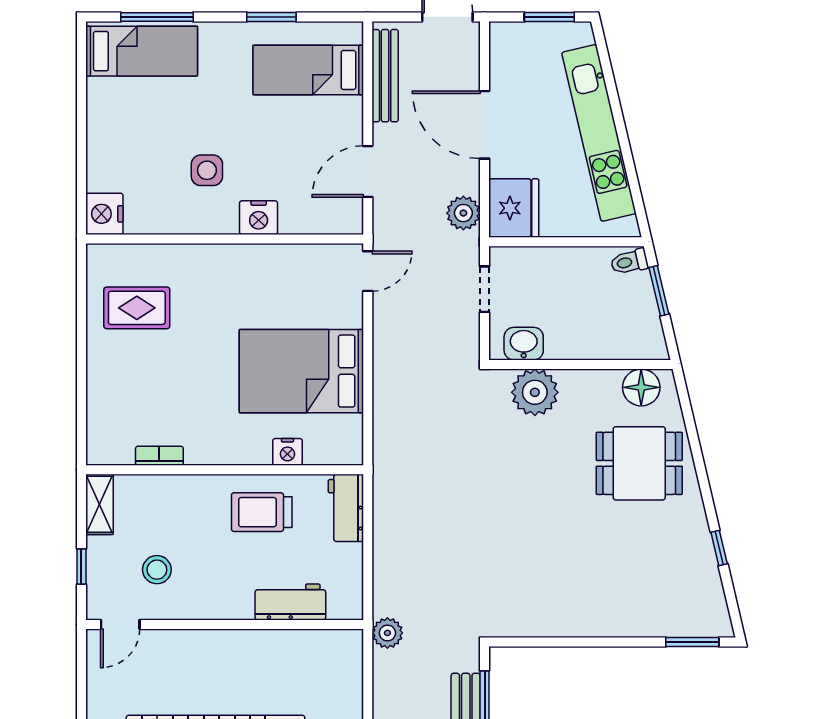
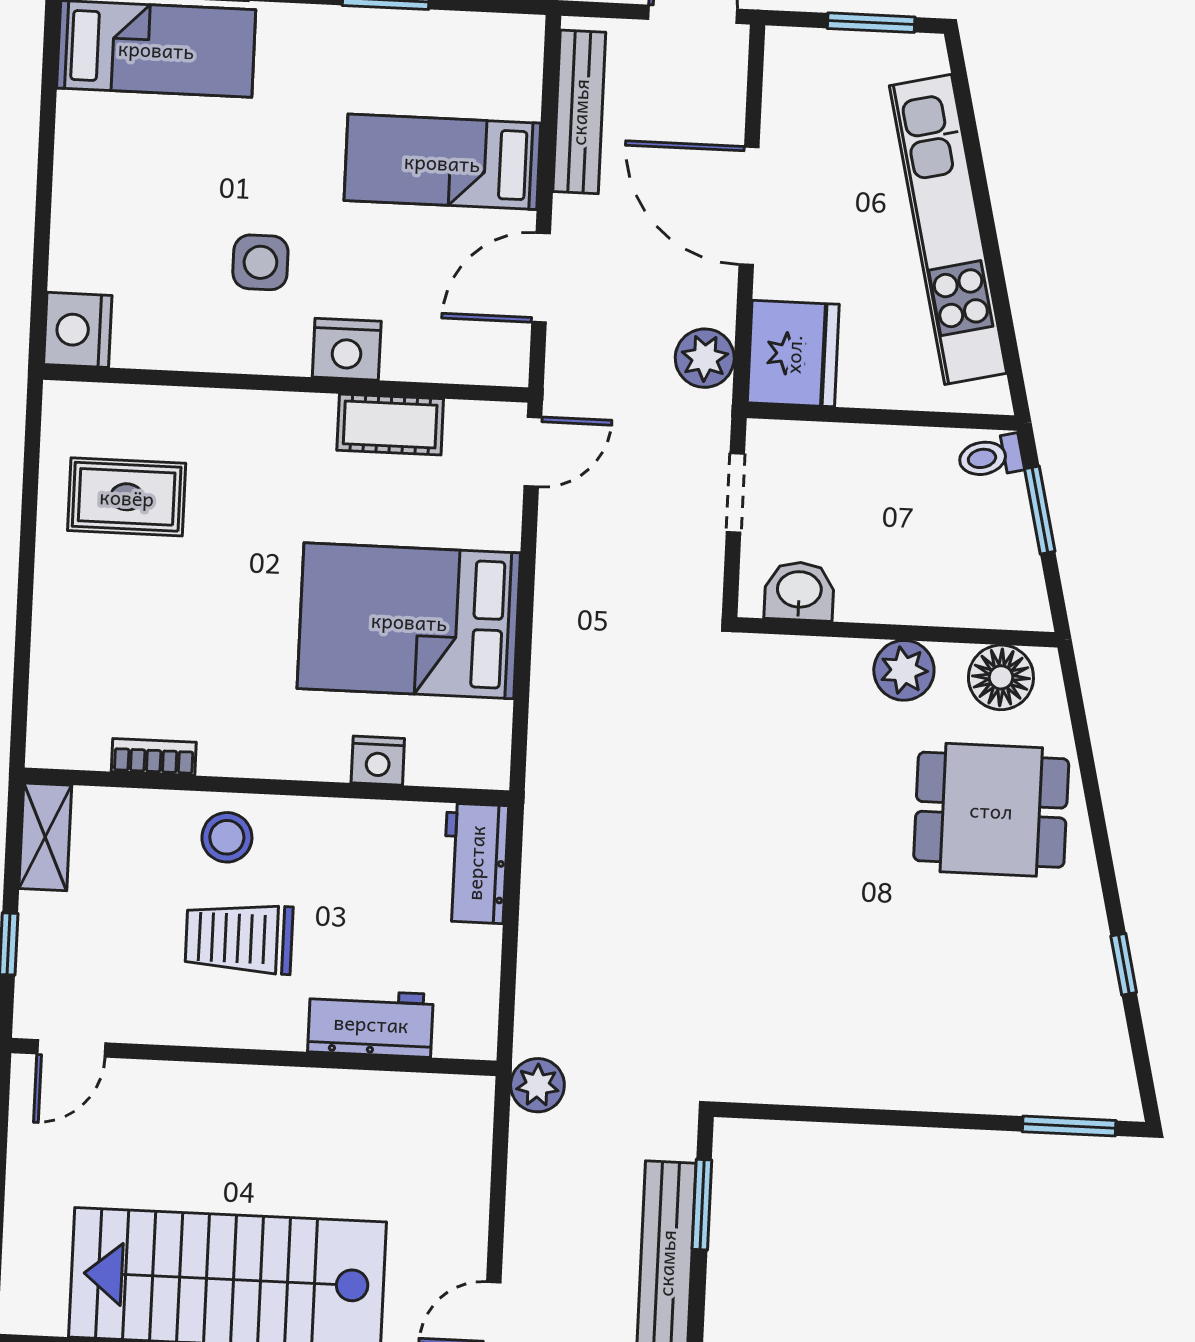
bed: (308, 70) -> (442, 162), moved
cot: (285, 259) -> (390, 425), added
plant: (535, 392) -> (904, 670), moved, width x0.73, depth x0.73
trolley: (262, 512) -> (239, 938), moved
stool: (157, 570) -> (227, 837), moved

